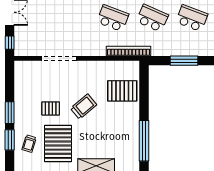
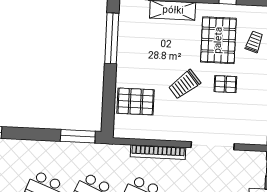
bookcase: (129, 51) -> (158, 152), moved
window: (184, 61) -> (78, 136), moved

